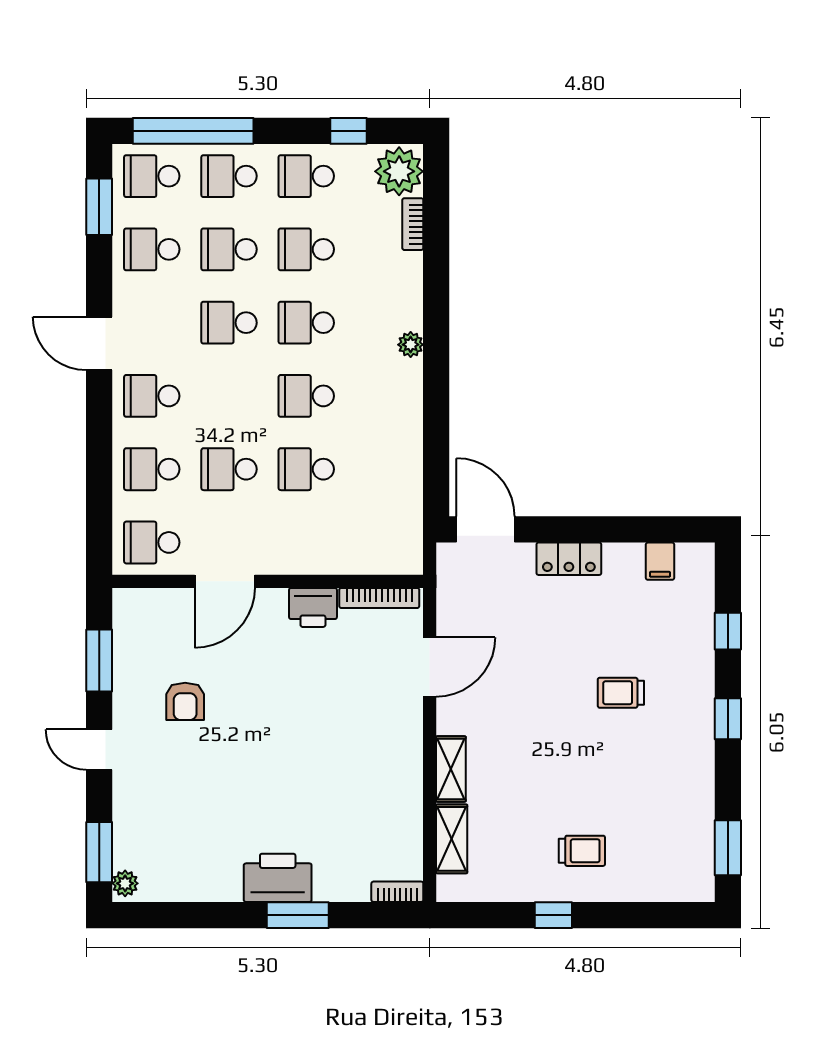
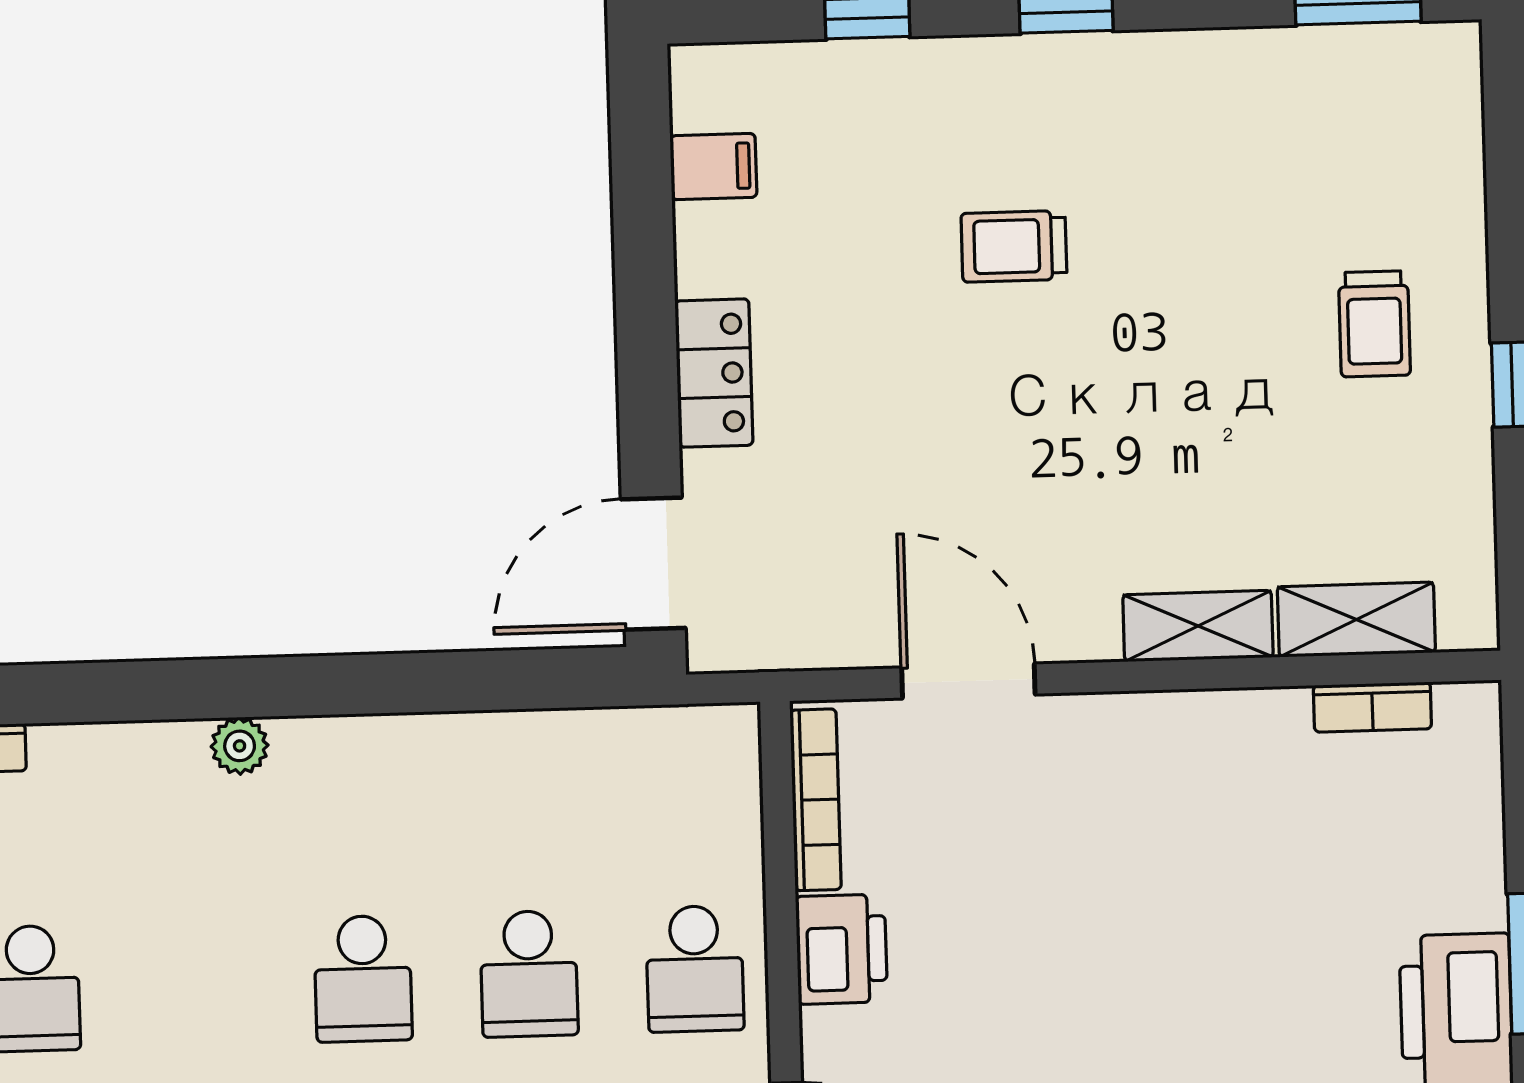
school desk: (306, 323) -> (695, 969), moved
trolley: (621, 693) -> (1014, 246), turned 90
trolley: (582, 851) -> (1374, 324), turned 180
bookcase: (397, 892) -> (1372, 707), moved, turned -90

